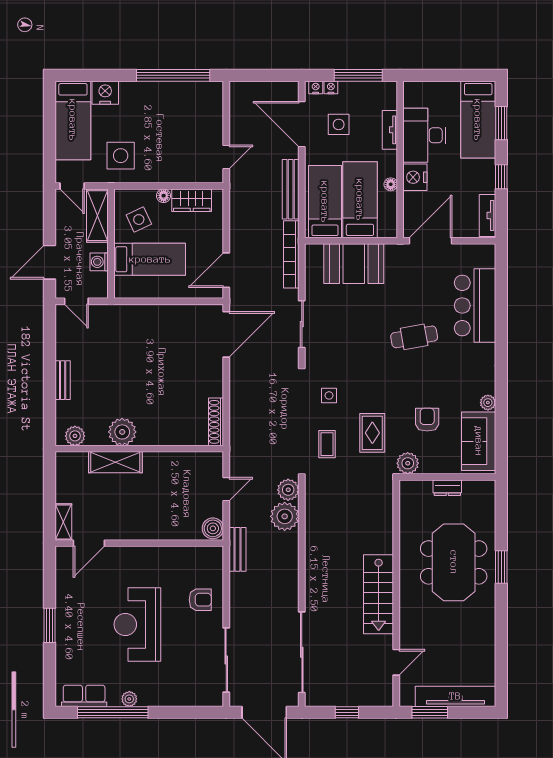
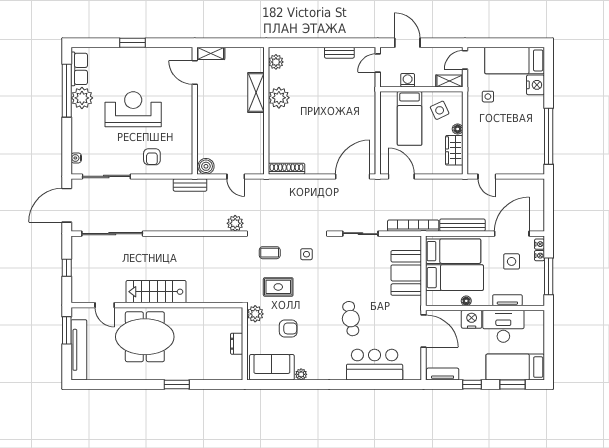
side table: (121, 156) -> (488, 97), width x0.54, depth x0.54
shelving: (97, 216) -> (449, 81), width x0.67, depth x0.75
door: (226, 334) -> (353, 176), swing flipped
bench: (63, 380) -> (339, 53), moved
plant: (285, 516) -> (215, 221), removed
meeting table: (454, 562) -> (145, 337), moved
plant: (129, 699) -> (82, 98), width x1.87, depth x1.87
water cooler: (202, 700) -> (76, 158), added

